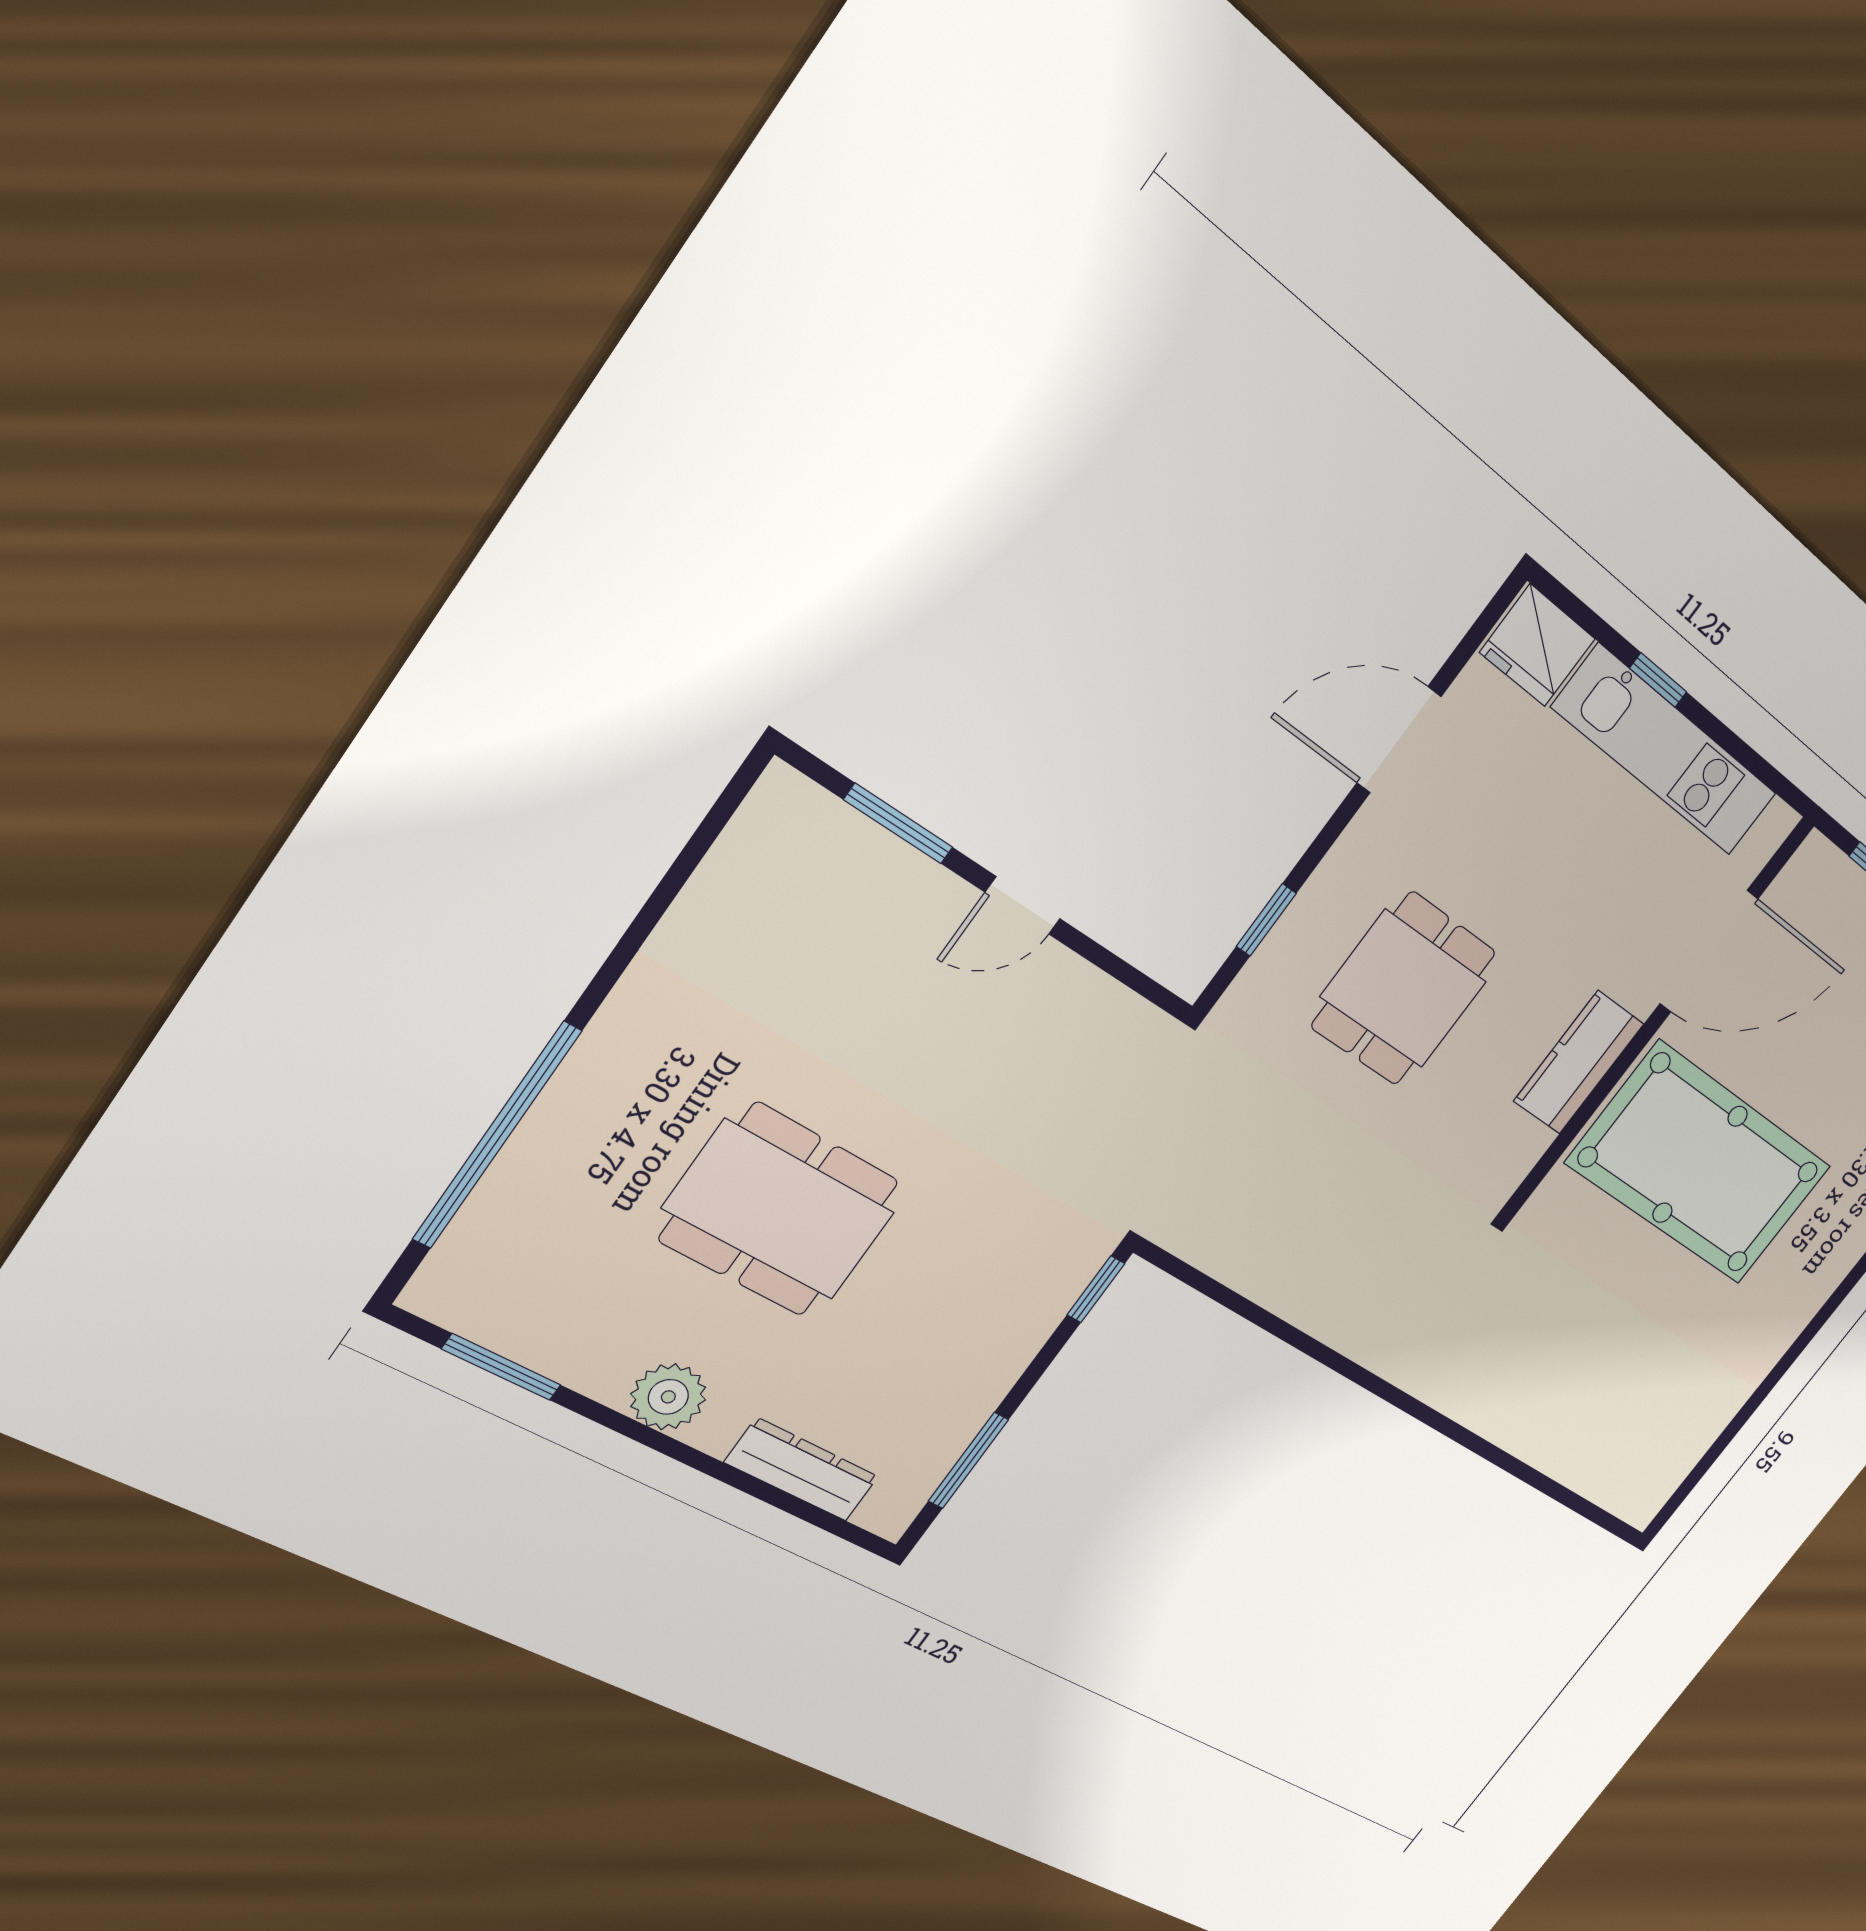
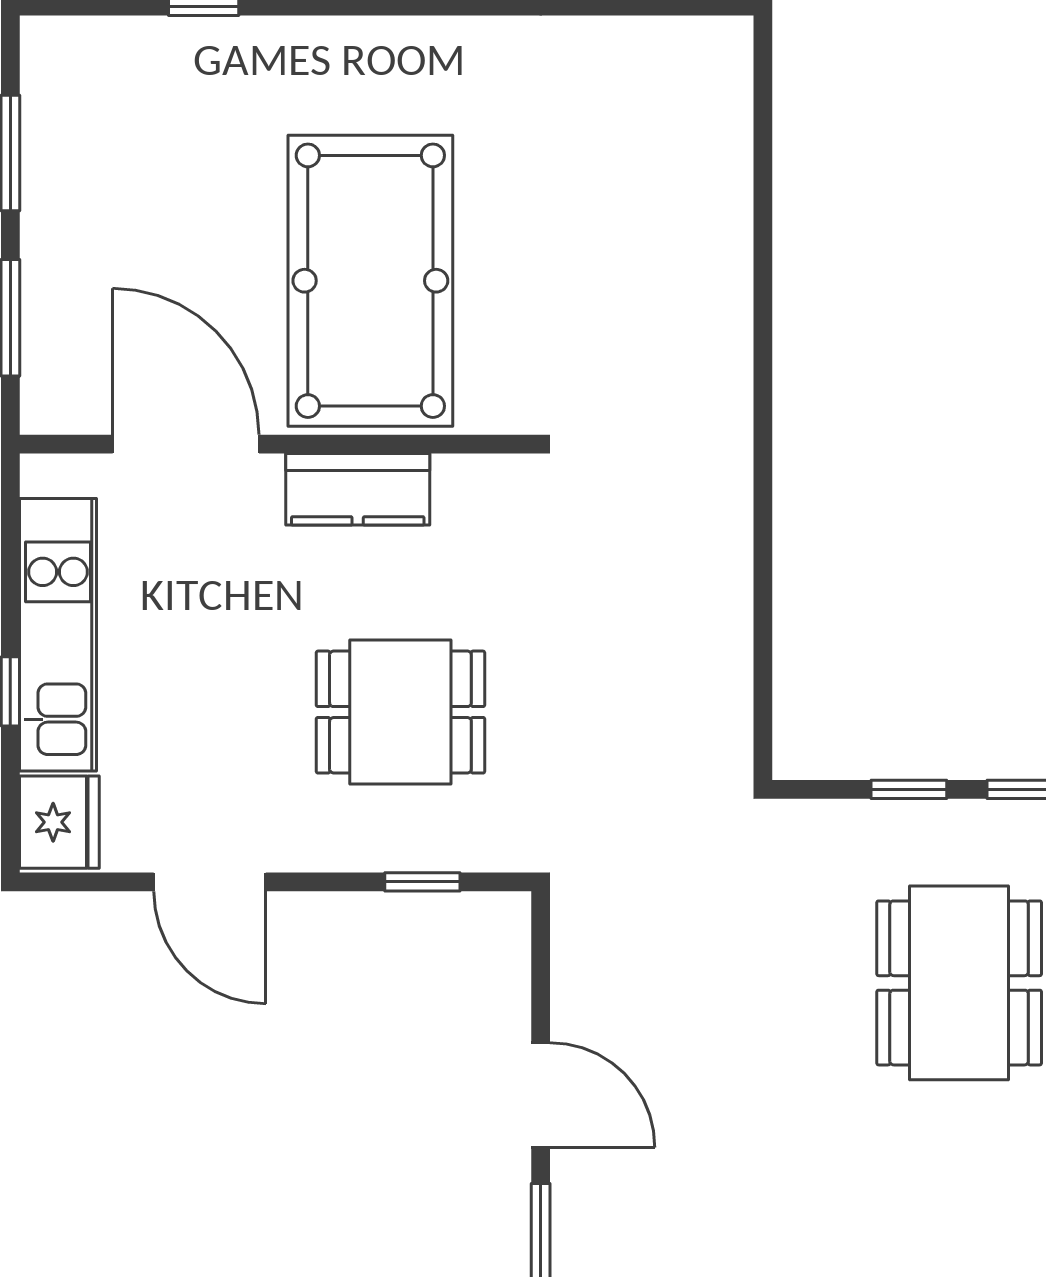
door: (1023, 906) -> (541, 1095), width x1.38
dining table: (779, 1210) -> (959, 983), moved
window: (1096, 1289) -> (909, 789), moved

